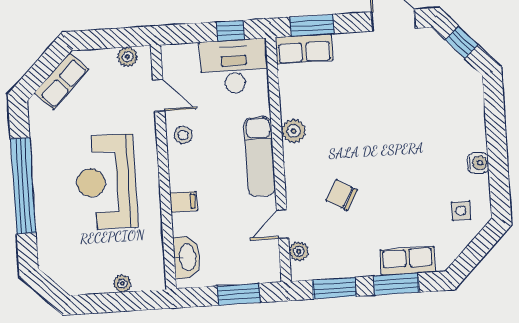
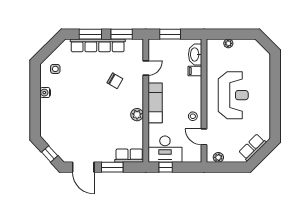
window: (312, 25) -> (112, 167), moved
window: (23, 186) -> (275, 96), removed
filing cabinet: (184, 202) -> (195, 71), moved
plant: (299, 251) -> (138, 54), removed
row of seats: (408, 261) -> (98, 45), width x2.02

